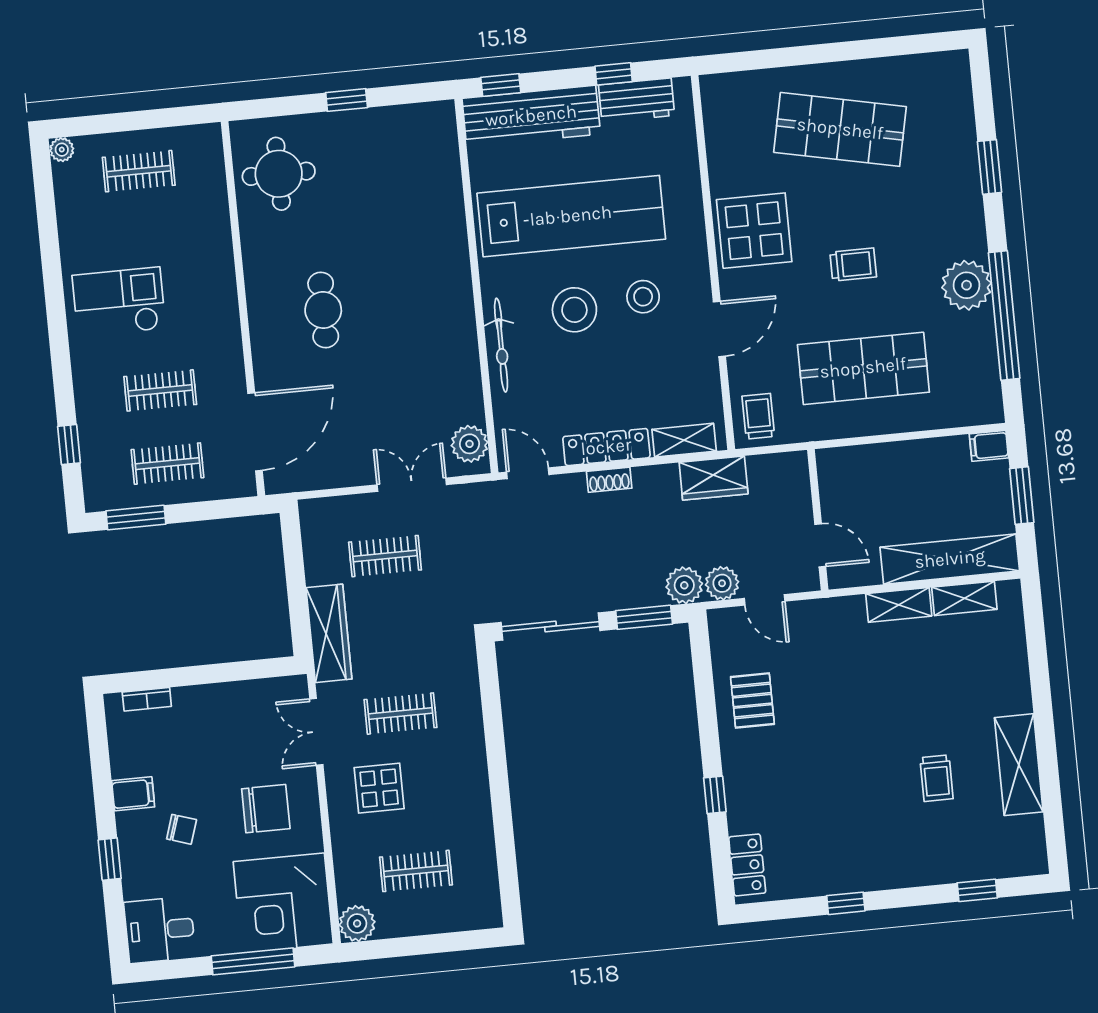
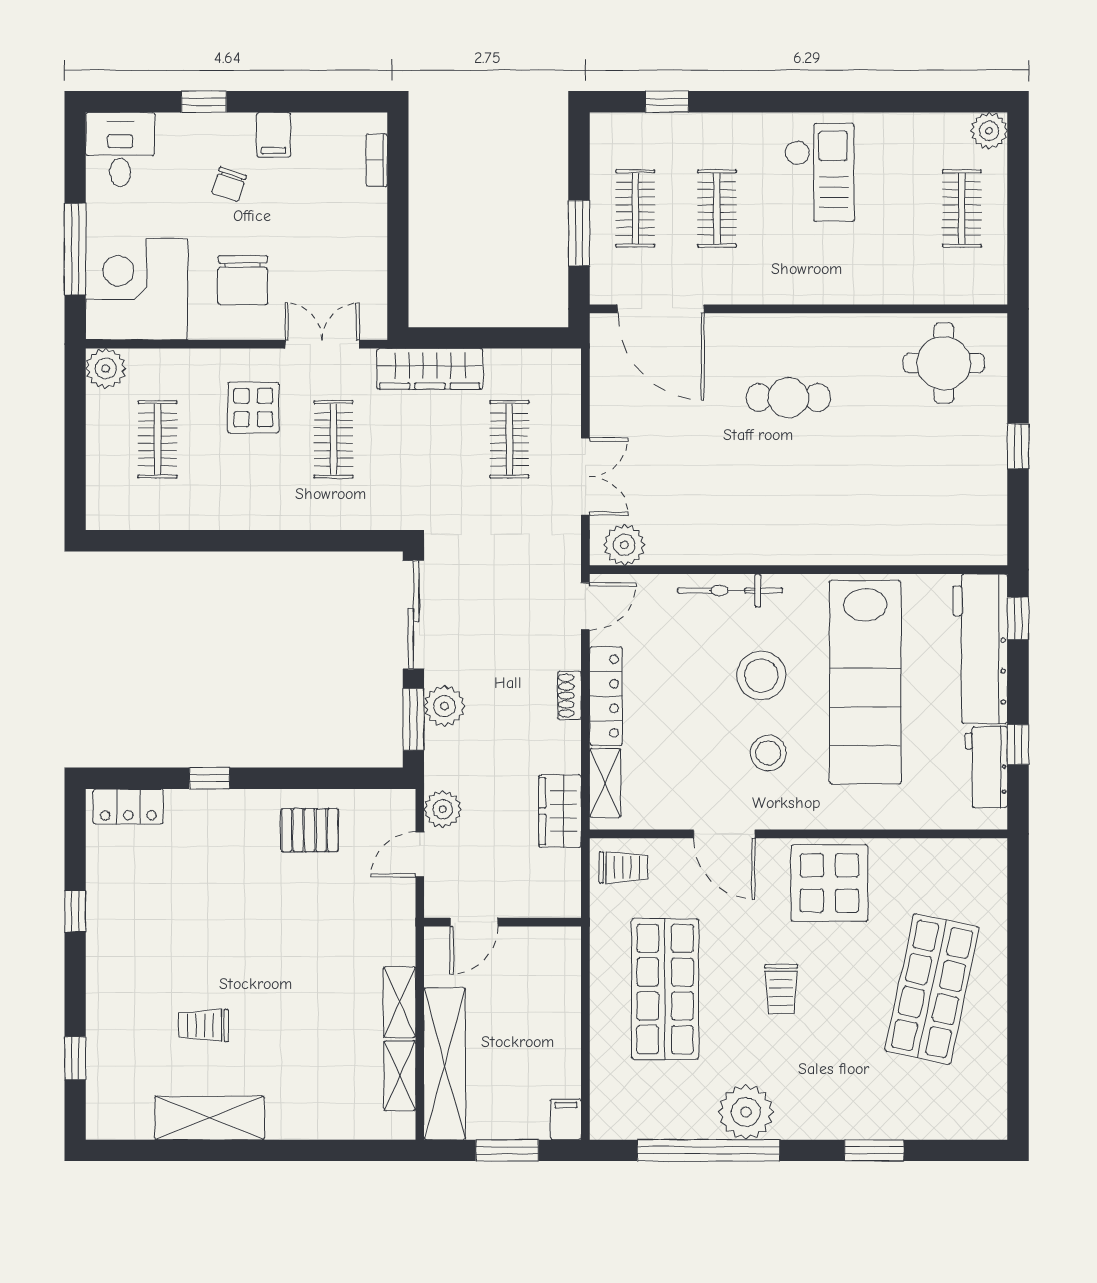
plant: (62, 150) -> (989, 131), width x1.38, depth x1.38
window: (136, 517) -> (579, 233), moved
plant: (684, 585) -> (444, 706), moved

